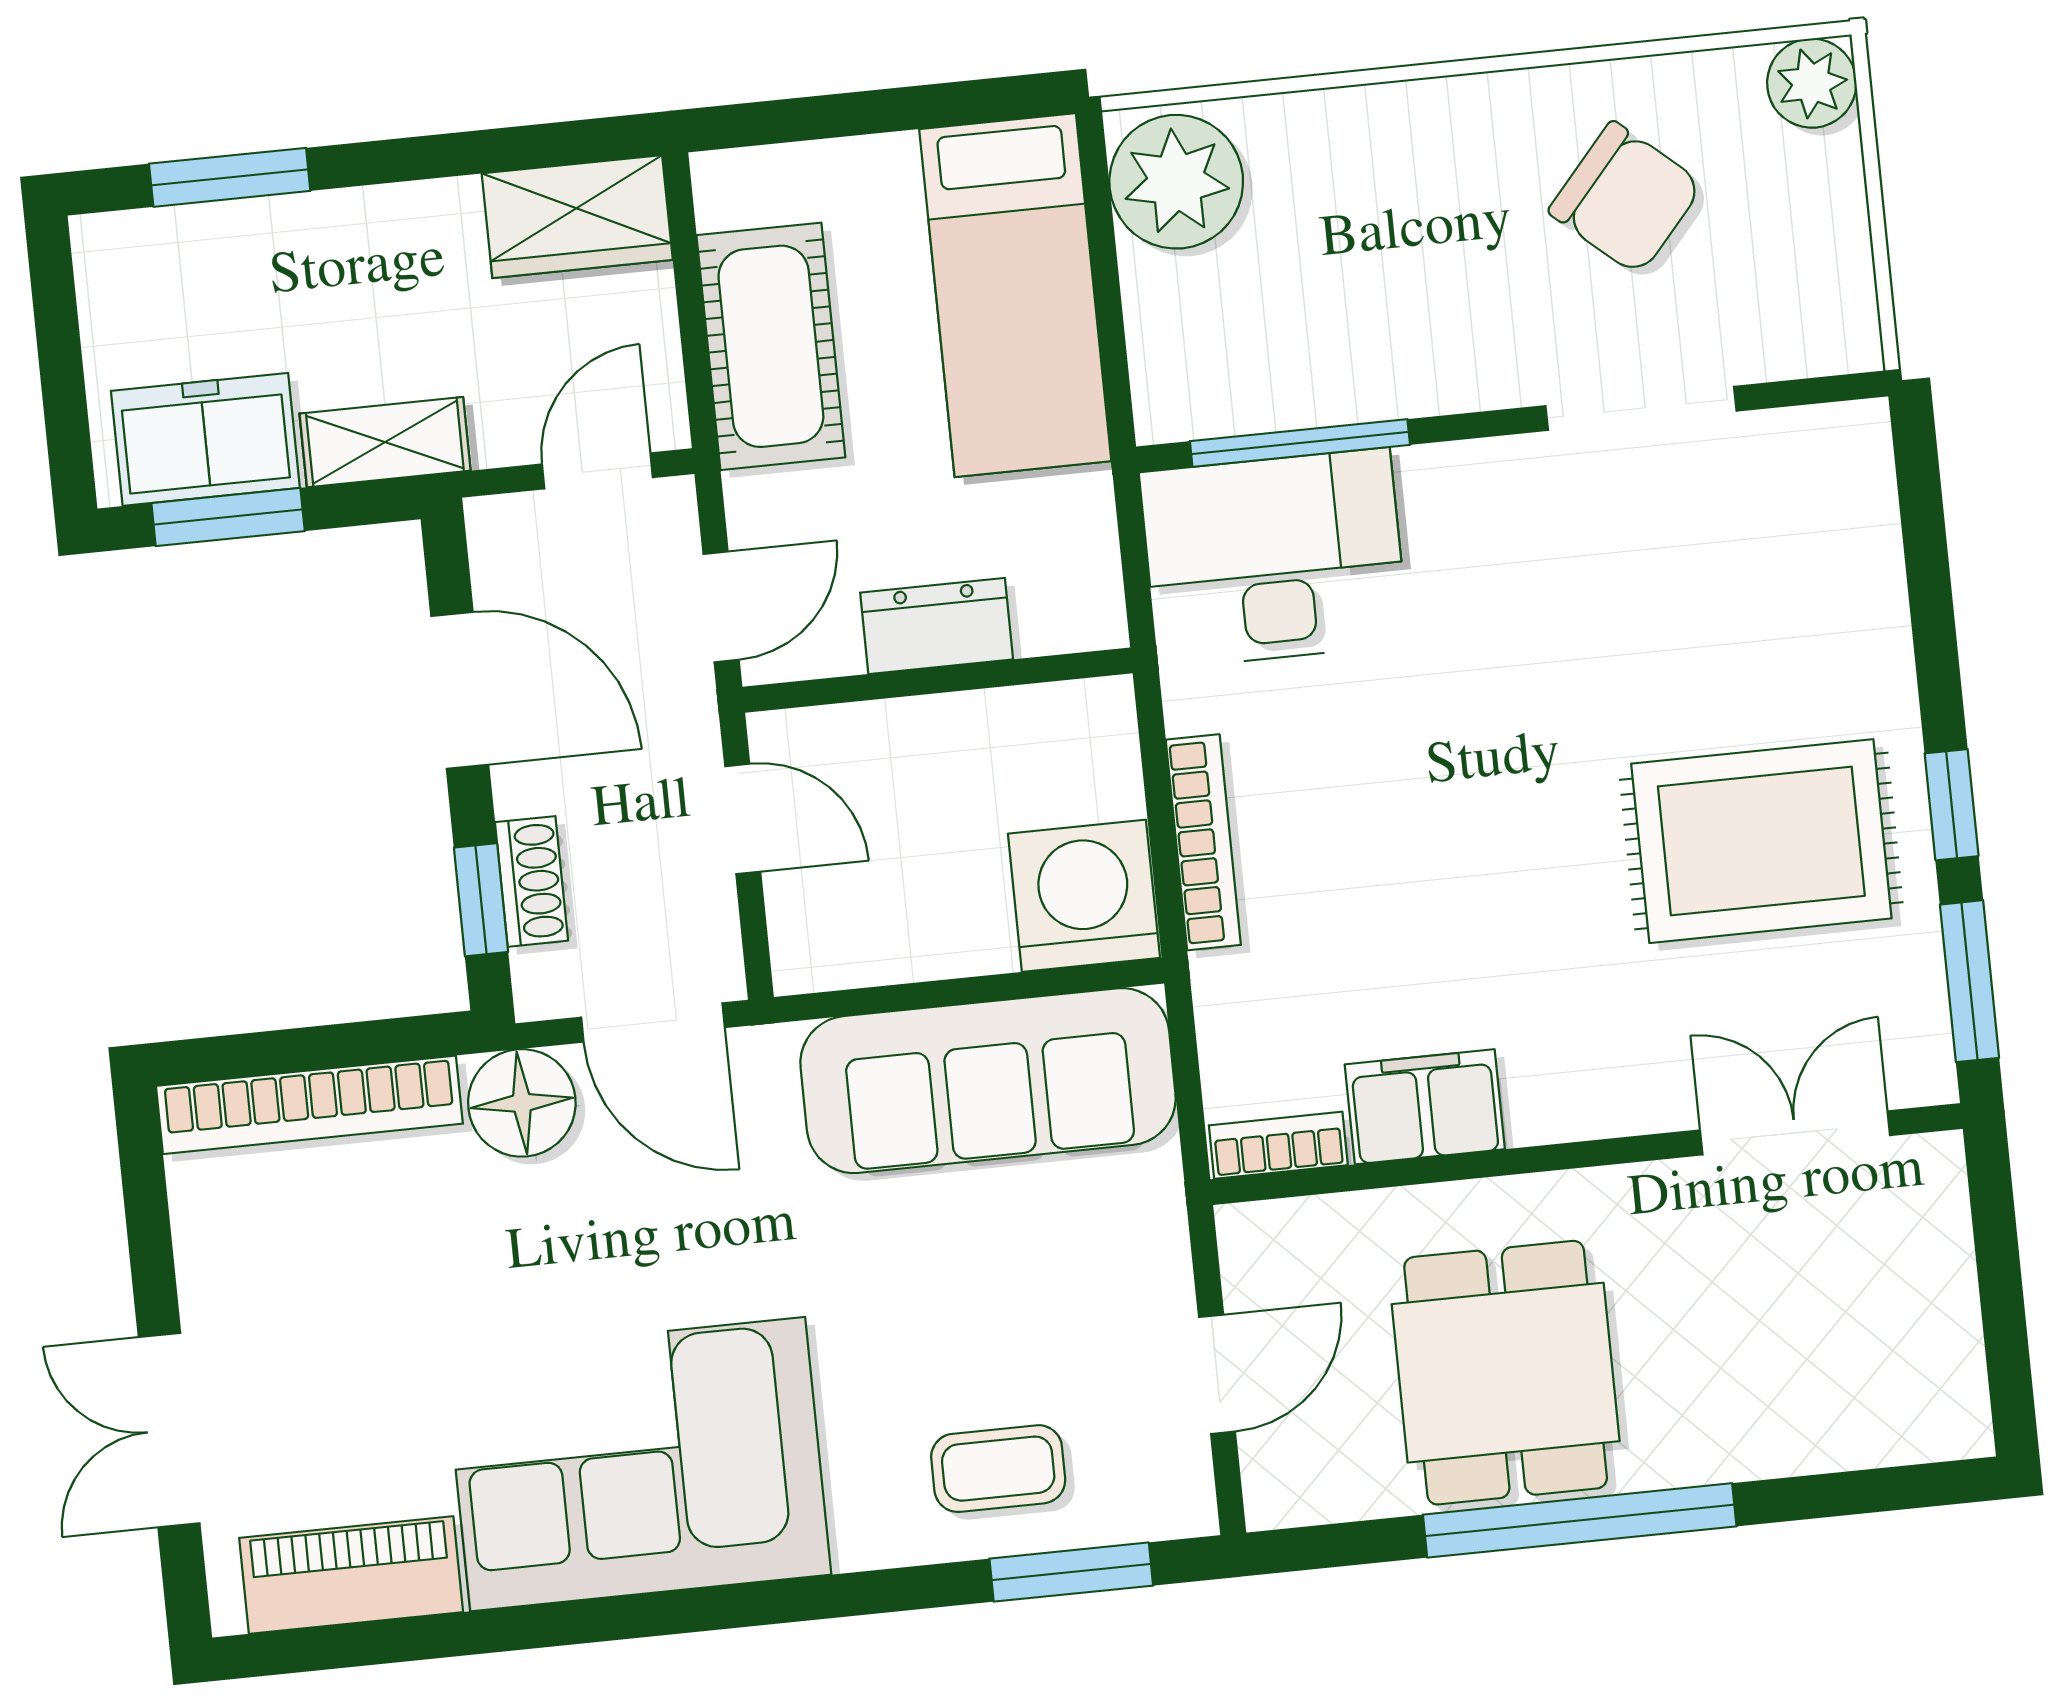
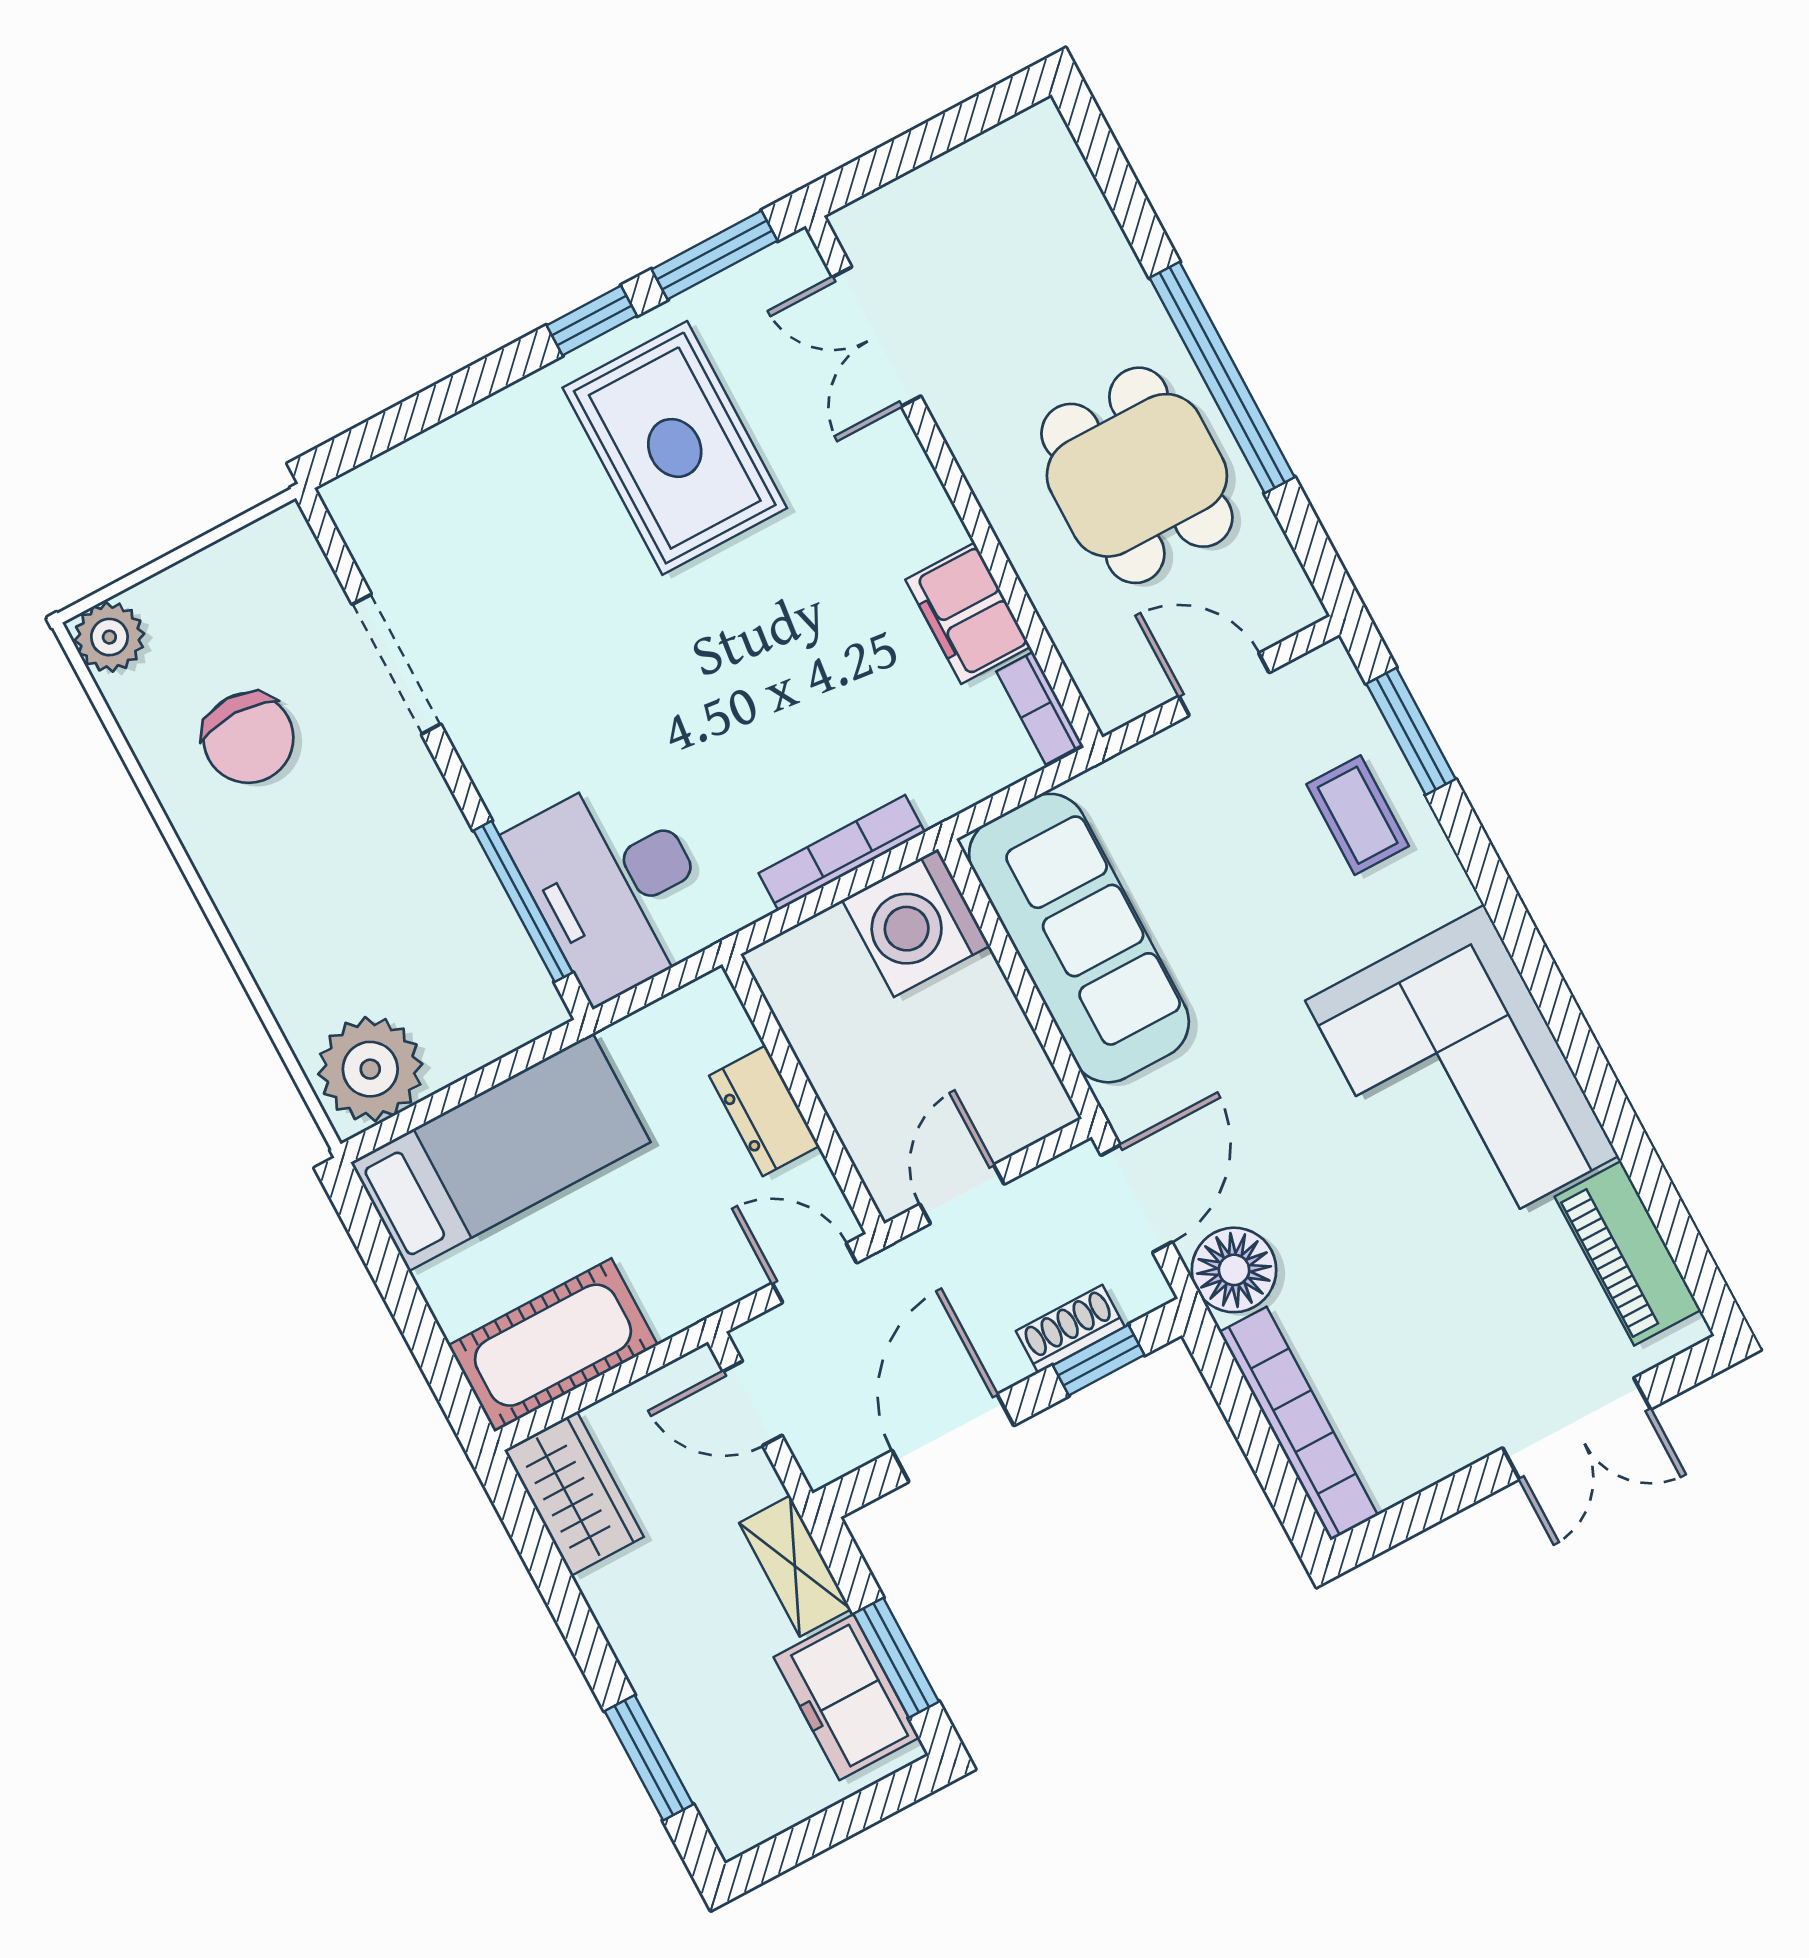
chair: (1626, 198) -> (248, 738), turned 139
cot: (771, 346) -> (553, 1345), moved
dining table: (1506, 1373) -> (1137, 475), turned 90

